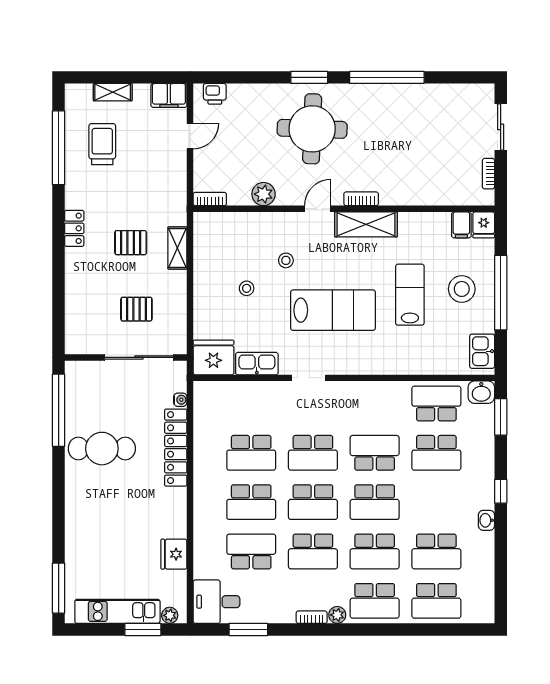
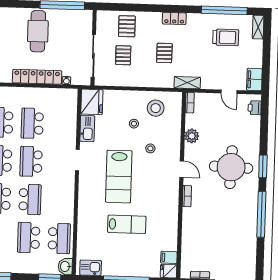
shelving: (113, 92) -> (258, 27), moved
shelving: (366, 224) -> (171, 199), removed
shelving: (177, 248) -> (187, 83), moved
stool: (462, 289) -> (156, 108), moved
pallet: (89, 305) -> (127, 26), added

